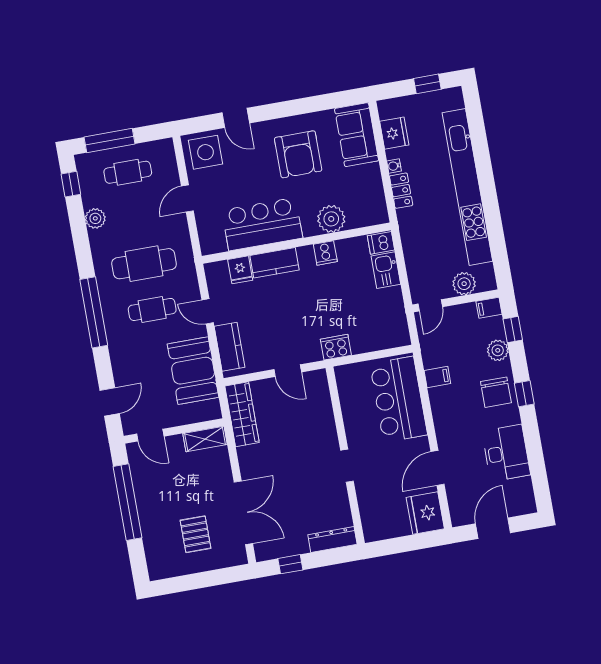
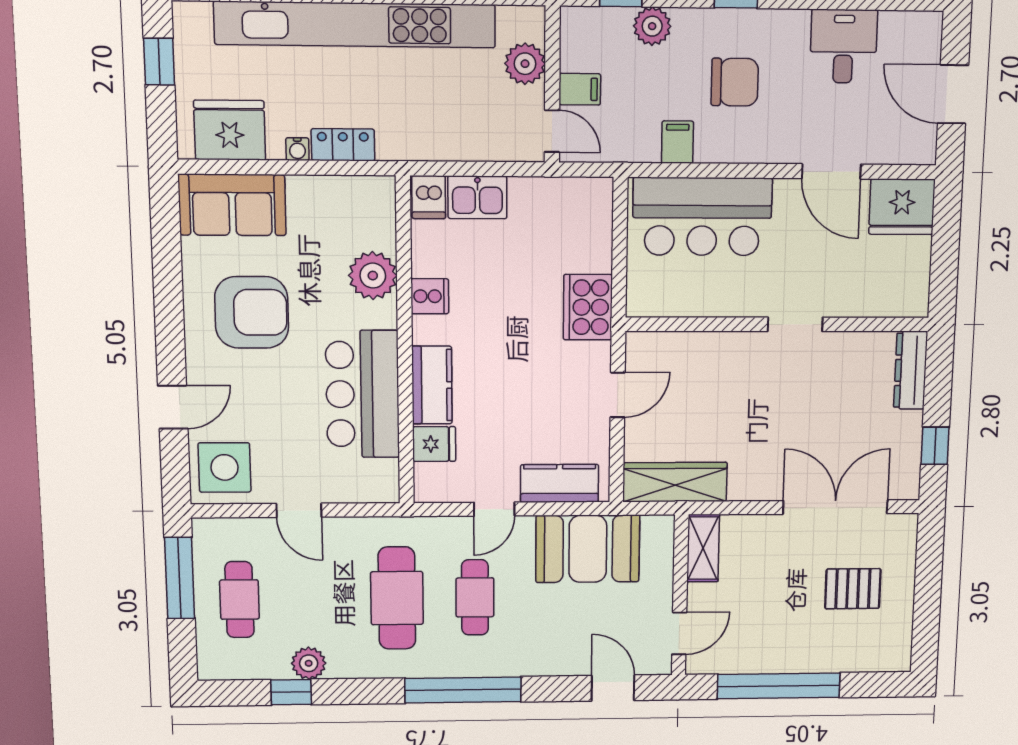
fridge: (394, 133) -> (230, 130), width x1.36, depth x1.34
window: (109, 140) -> (180, 578), moved
window: (71, 184) -> (291, 692), moved
filing cabinet: (489, 308) -> (580, 89), moved, turned -90
cooker: (336, 347) -> (588, 307), width x1.37, depth x1.31
chair: (496, 392) -> (735, 82), moved
desk: (506, 453) -> (844, 46), width x0.73

